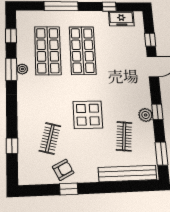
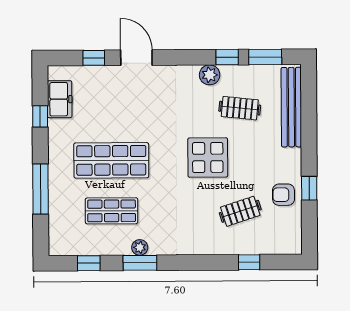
shop shelf: (48, 51) -> (112, 211), width x0.70, depth x0.74
window: (157, 112) -> (227, 57), moved
clothes rail: (50, 138) -> (240, 211), turned -33
armchair: (63, 170) -> (284, 195), turned -63

